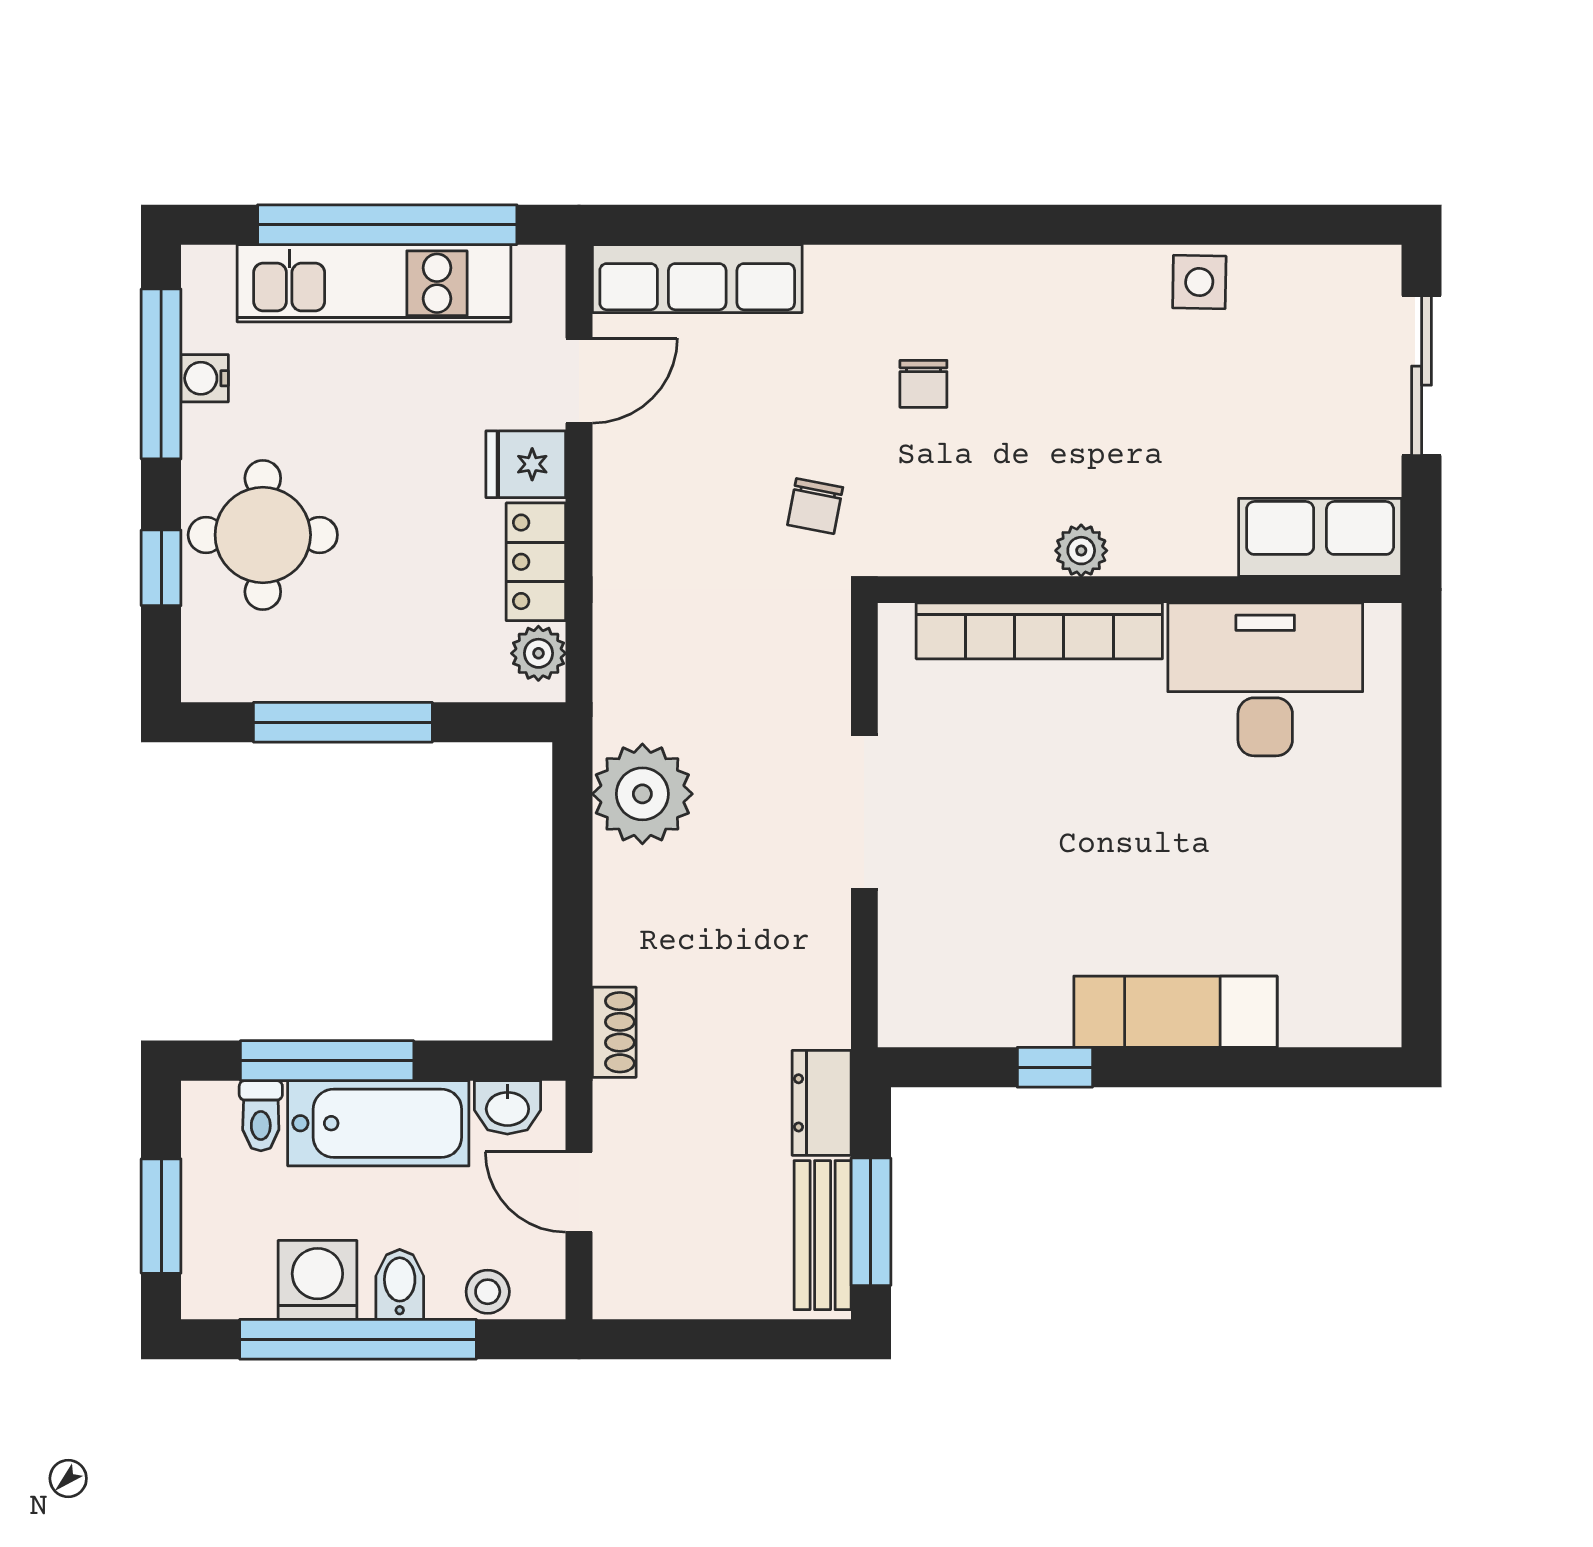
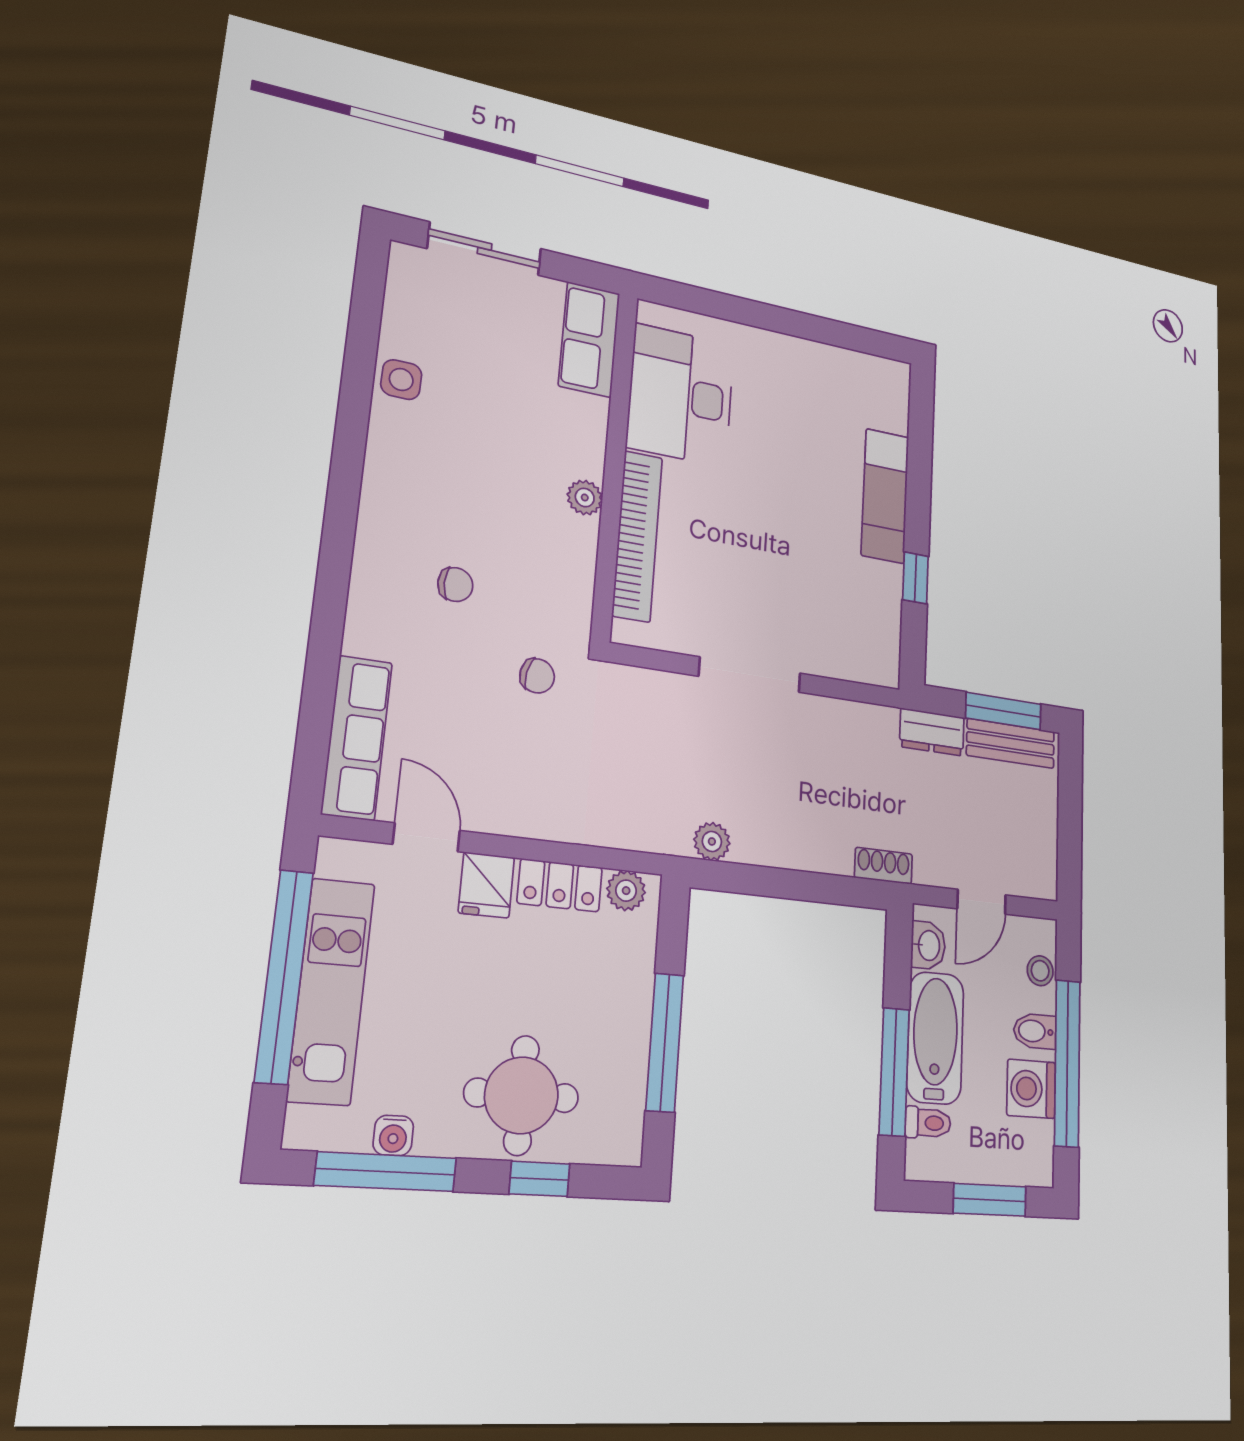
plant: (642, 794) -> (712, 841), width x0.53, depth x0.53

